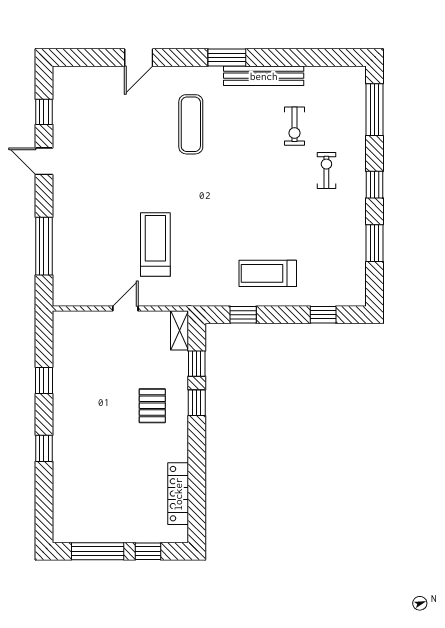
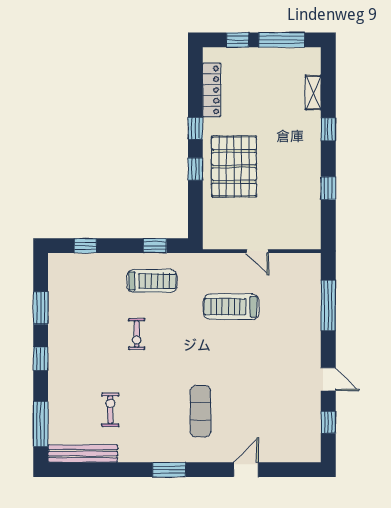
bench: (264, 76) -> (83, 454), moved
exercise bike: (326, 171) -> (137, 334), moved
treadmill: (155, 245) -> (231, 307), turned 90
treadmill: (268, 273) -> (152, 281), moved
door: (125, 308) -> (257, 251), hinge flipped
shelving: (179, 330) -> (313, 93), moved
window: (197, 364) -> (195, 128), moved
pallet: (152, 406) -> (234, 166), width x2.05, depth x2.00

